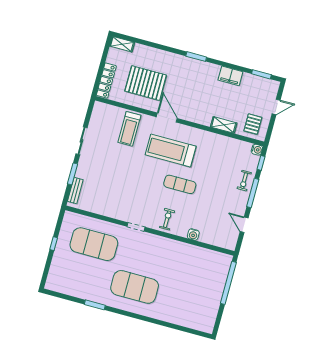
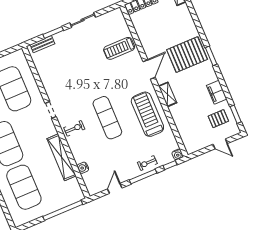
pallet: (146, 83) -> (187, 55), moved, turned 90
pallet: (253, 124) -> (218, 119), moved
shelving: (224, 125) -> (168, 94), moved
treadmill: (171, 151) -> (147, 114), moved
exercise mat: (180, 184) -> (107, 118), width x1.36, depth x1.45
water cooler: (193, 235) -> (83, 168), moved
shelving: (183, 249) -> (62, 157), added
exercise mat: (183, 300) -> (24, 187), added

